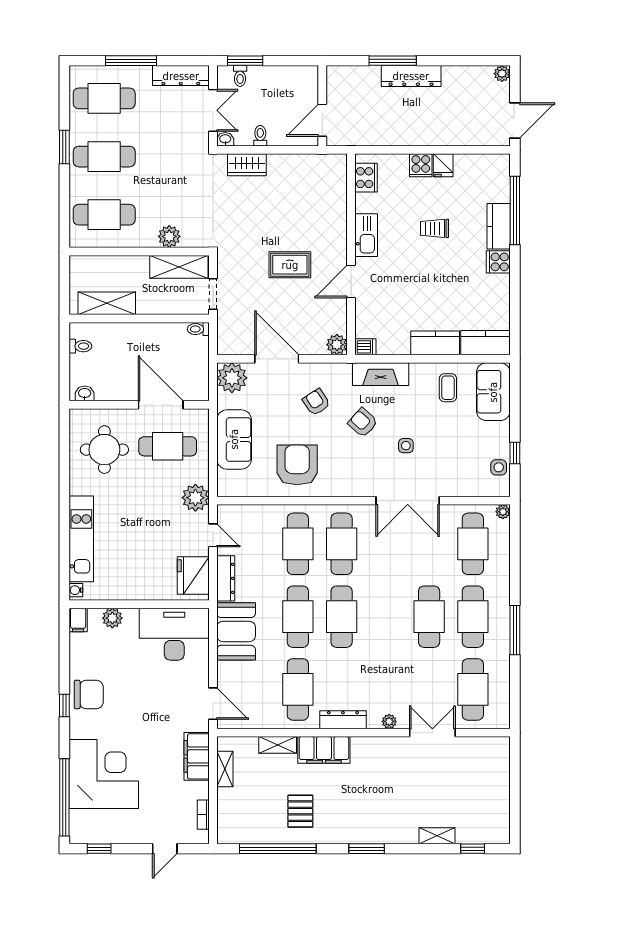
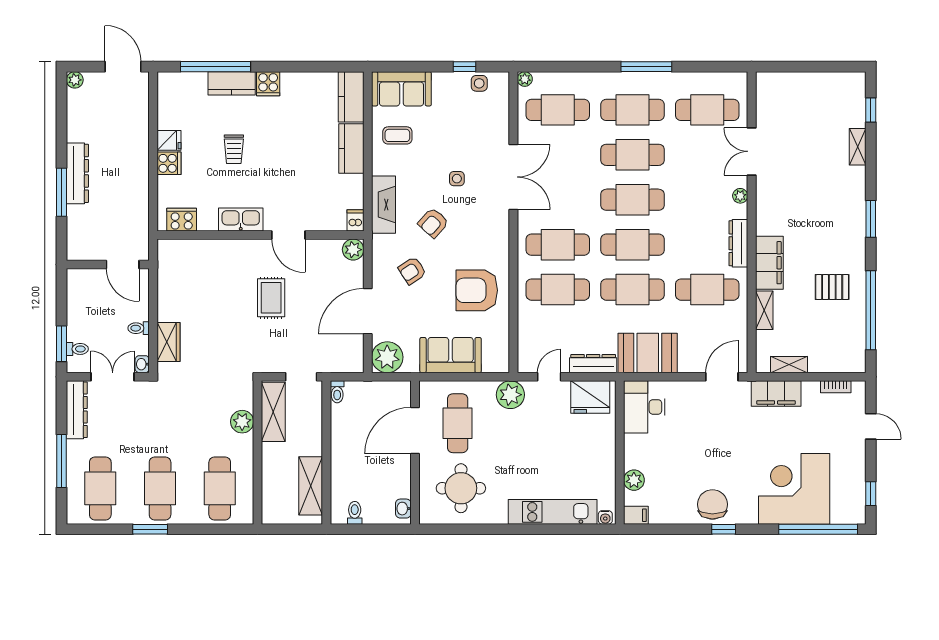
cafe table: (385, 617) -> (632, 200), added
desk: (174, 634) -> (644, 407), width x0.73, depth x0.77

